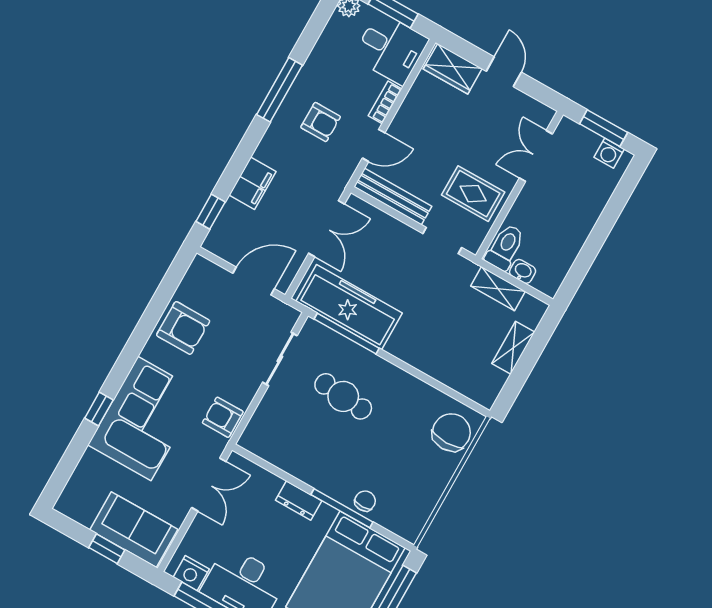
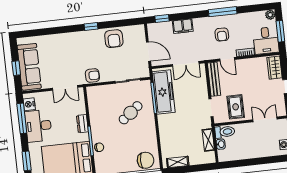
shelving: (513, 348) -> (178, 162), moved
cafe table: (343, 396) -> (131, 113), turned 47
window: (99, 409) -> (91, 26), moved
armchair: (223, 417) -> (92, 75), turned 90
corner sofa: (144, 419) -> (72, 48), removed
sofa: (134, 530) -> (29, 67), width x1.36

